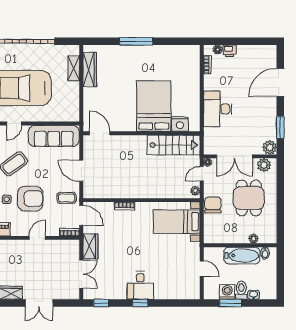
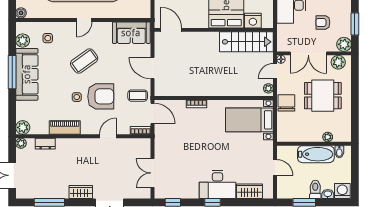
armchair: (249, 126) -> (323, 22), added
sofa: (54, 136) -> (131, 33), width x0.73
dining table: (249, 198) -> (323, 96), turned 90
wardrobe: (90, 246) -> (249, 191), moved, turned -90
double door: (81, 274) -> (153, 173), swing flipped
desk: (140, 285) -> (217, 184), width x1.37
washing machine: (227, 292) -> (342, 191), moved

